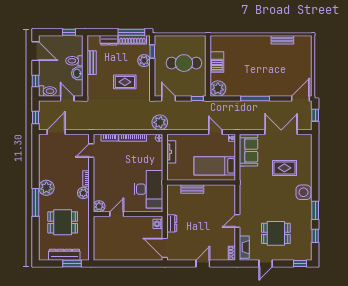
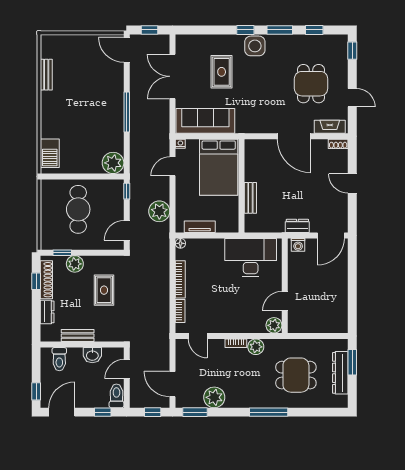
window: (69, 32) -> (36, 391), moved
window: (131, 32) -> (36, 281), width x0.46
toilet: (74, 61) -> (59, 359), moved
barbecue: (217, 62) -> (50, 153), moved, turned 90
plant: (160, 122) -> (159, 211), moved
window: (36, 148) -> (195, 412), added
sofa: (249, 150) -> (205, 121), width x1.36
bed: (215, 166) -> (219, 167), width x1.50
window: (315, 185) -> (245, 30), added
plant: (46, 188) -> (214, 397), moved
door: (117, 214) -> (285, 301), hinge flipped
door: (237, 221) -> (294, 136), width x1.87
dining table: (63, 222) -> (296, 375), turned 90

